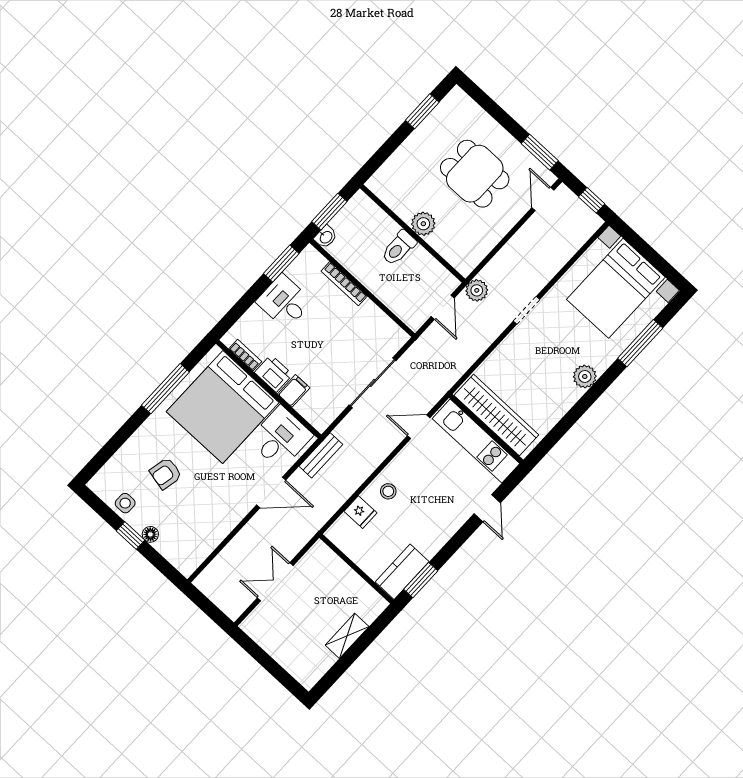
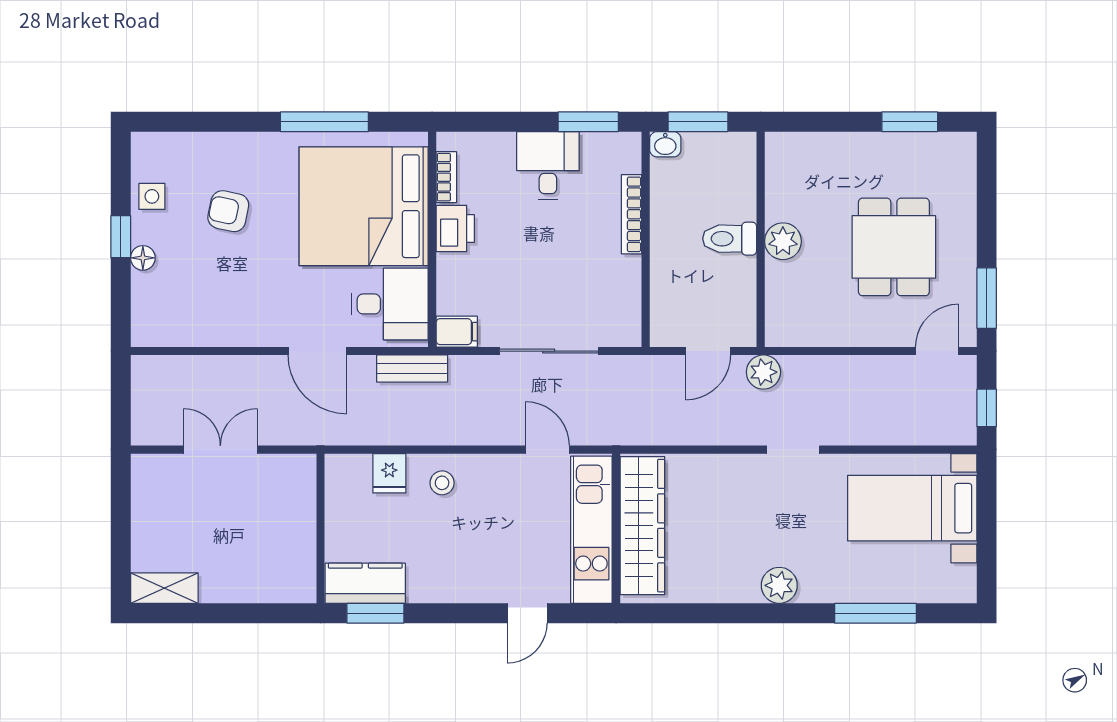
bed with nightstands: (616, 288) -> (912, 508), width x0.73
filing cabinet: (294, 391) -> (457, 332), moved
shelving: (347, 636) -> (164, 588), moved

